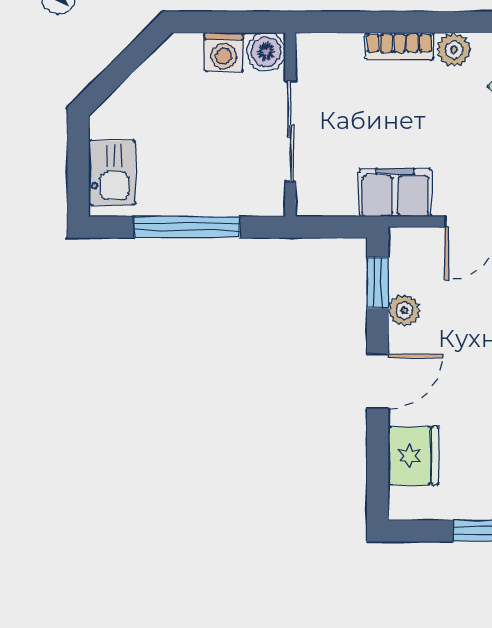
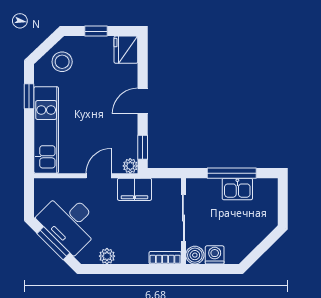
bookcase: (399, 46) -> (165, 258), moved
kitchen sink: (112, 173) -> (237, 189), moved, turned -90
plant: (404, 310) -> (130, 166), moved
fridge: (413, 456) -> (126, 50), moved

